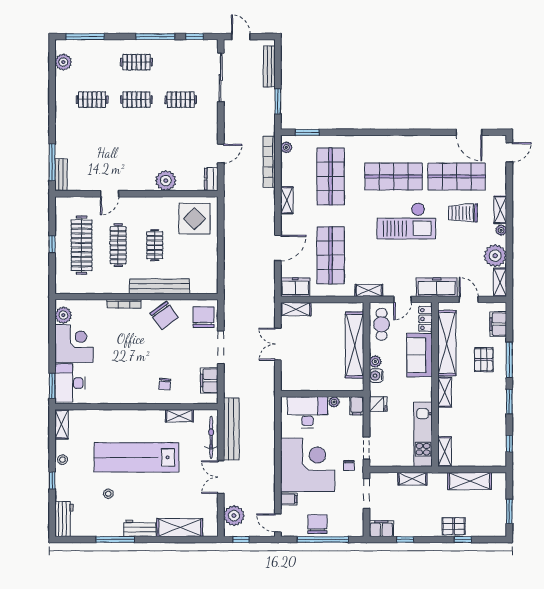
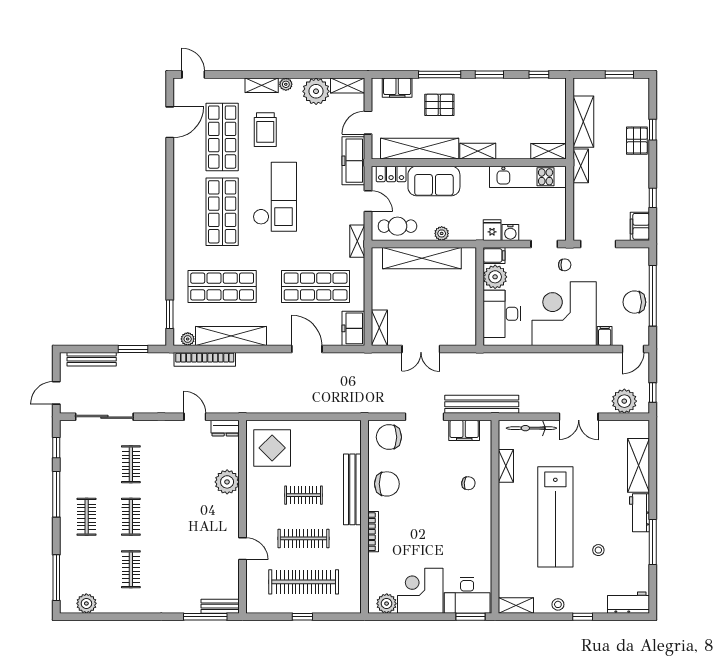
shelving: (287, 200) -> (231, 336), width x2.20, depth x1.33
chair: (164, 315) -> (387, 484), turned 36
water cooler: (376, 376) -> (510, 232), moved
plant: (334, 402) -> (495, 277), width x1.87, depth x1.87
bench: (231, 429) -> (482, 404), moved
shelving: (412, 479) -> (581, 166), moved

